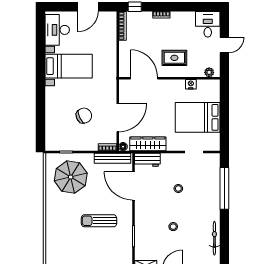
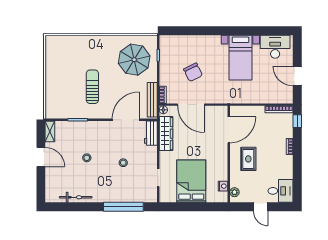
nightstand: (191, 84) -> (223, 186), moved

